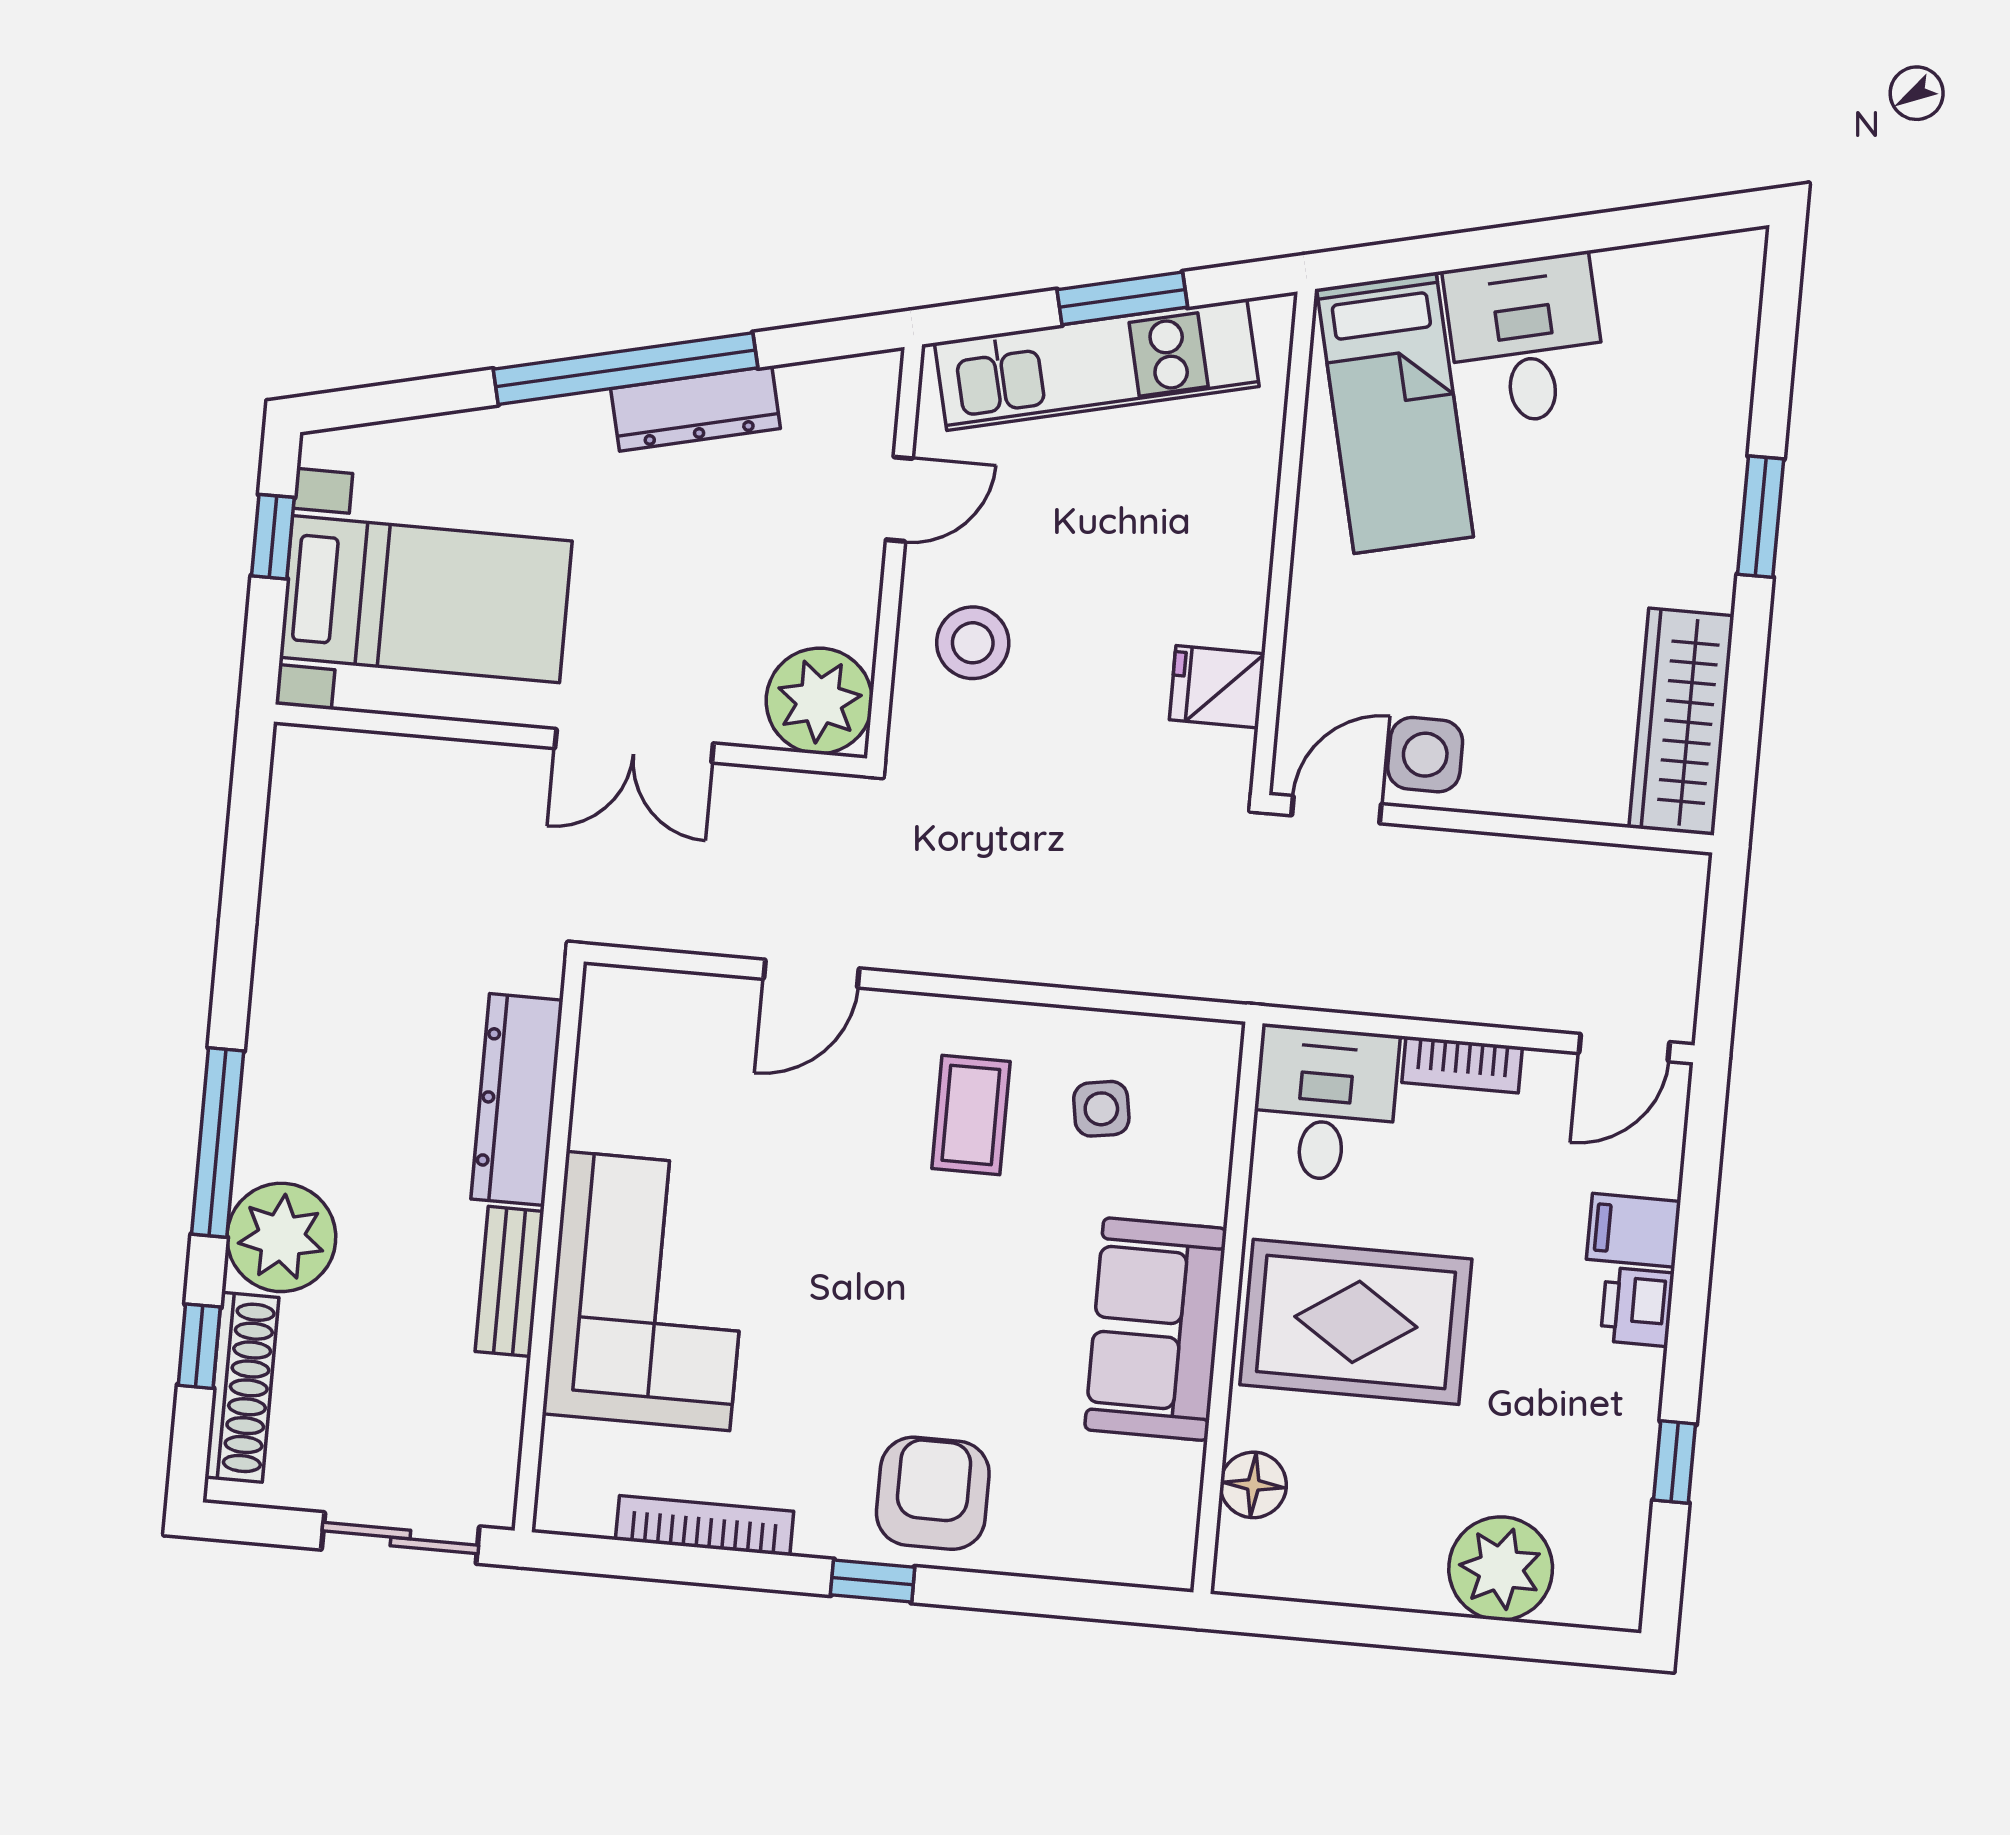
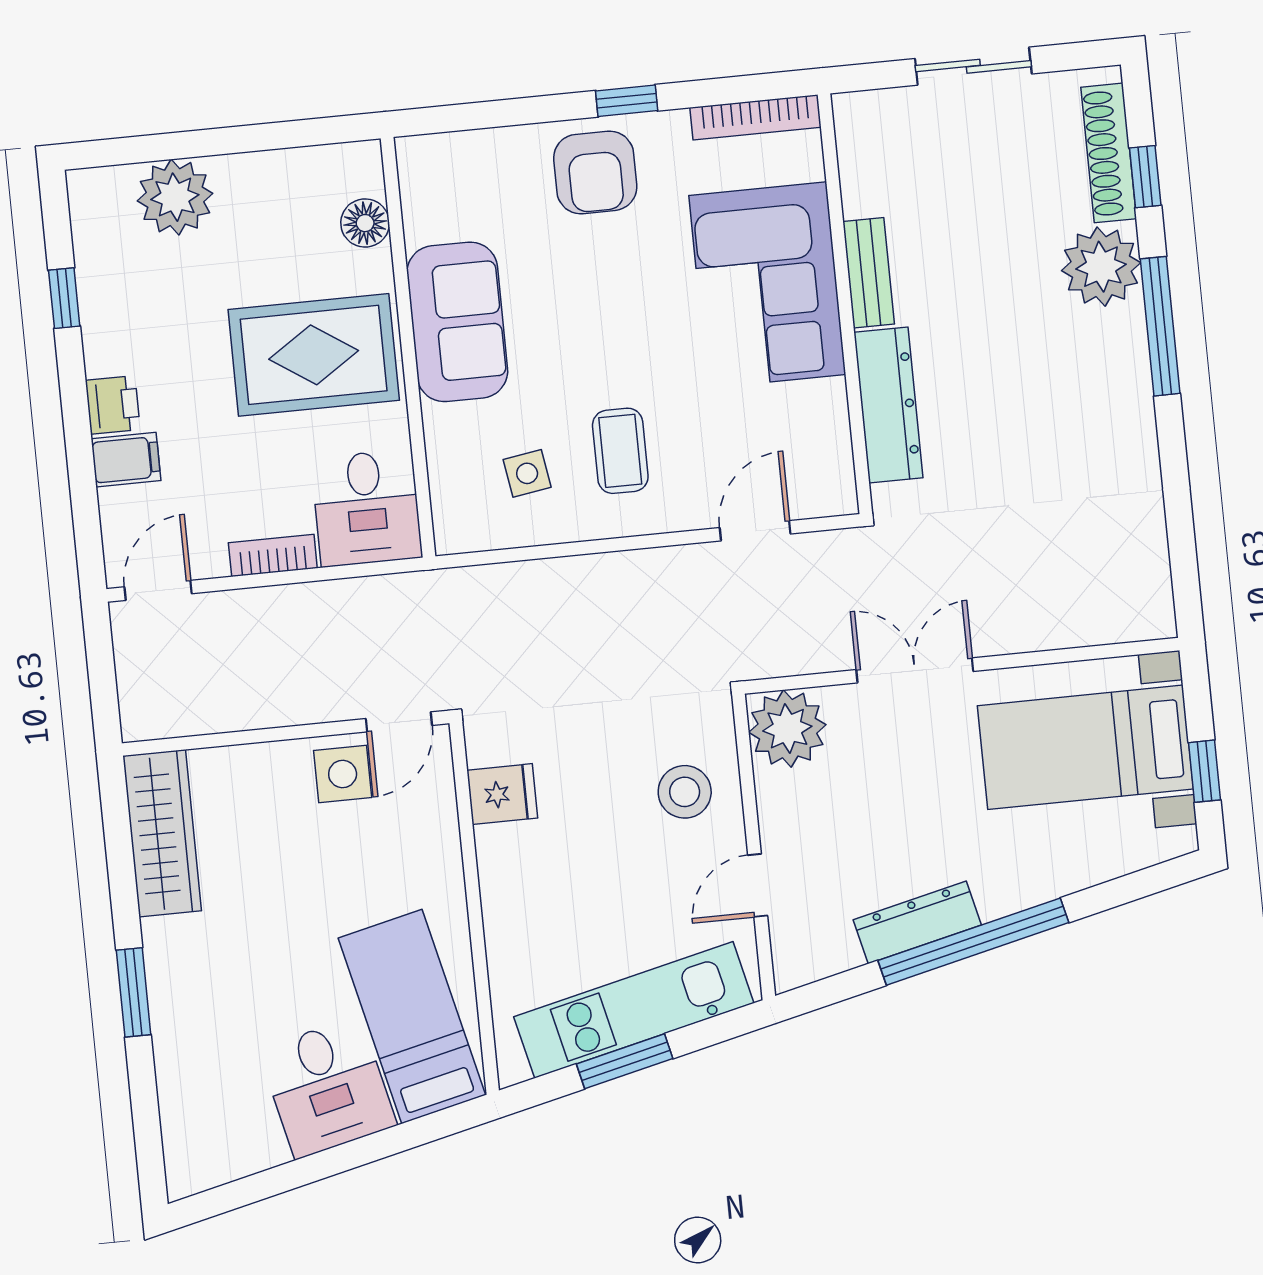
dresser: (517, 1100) -> (888, 405), moved
wall: (549, 1246) -> (845, 304), moved
bench: (509, 1281) -> (869, 273), moved
corner sofa: (648, 1291) -> (767, 285), moved

